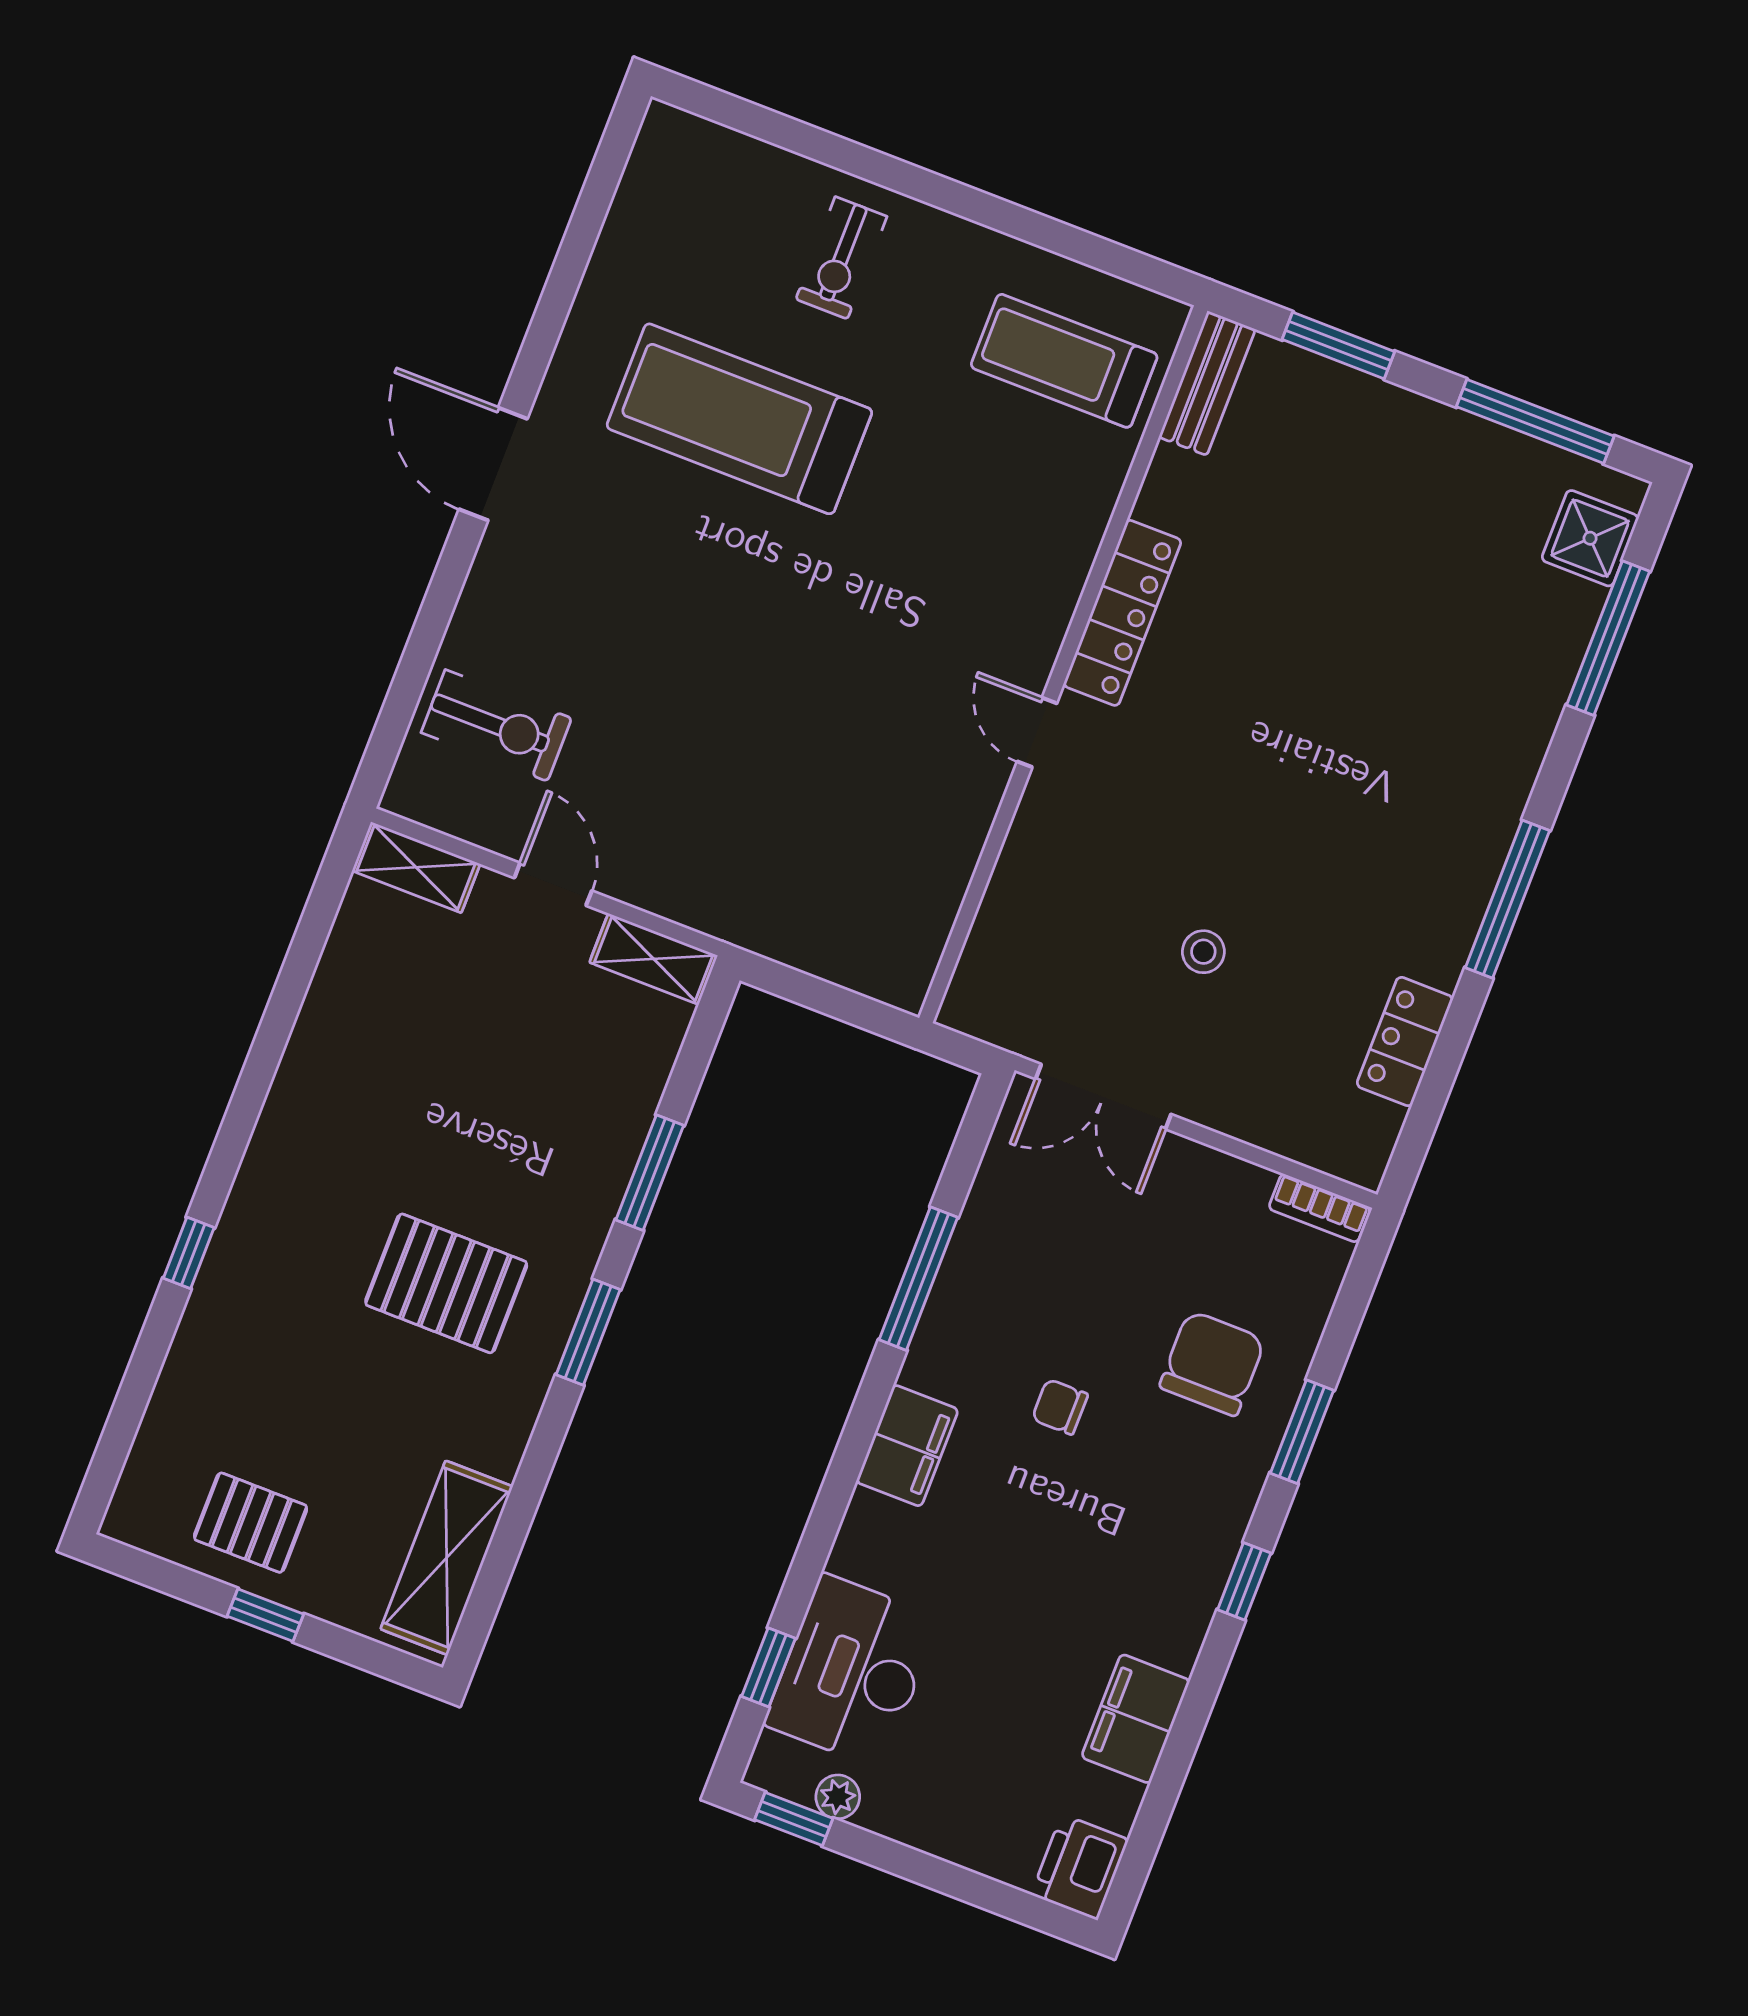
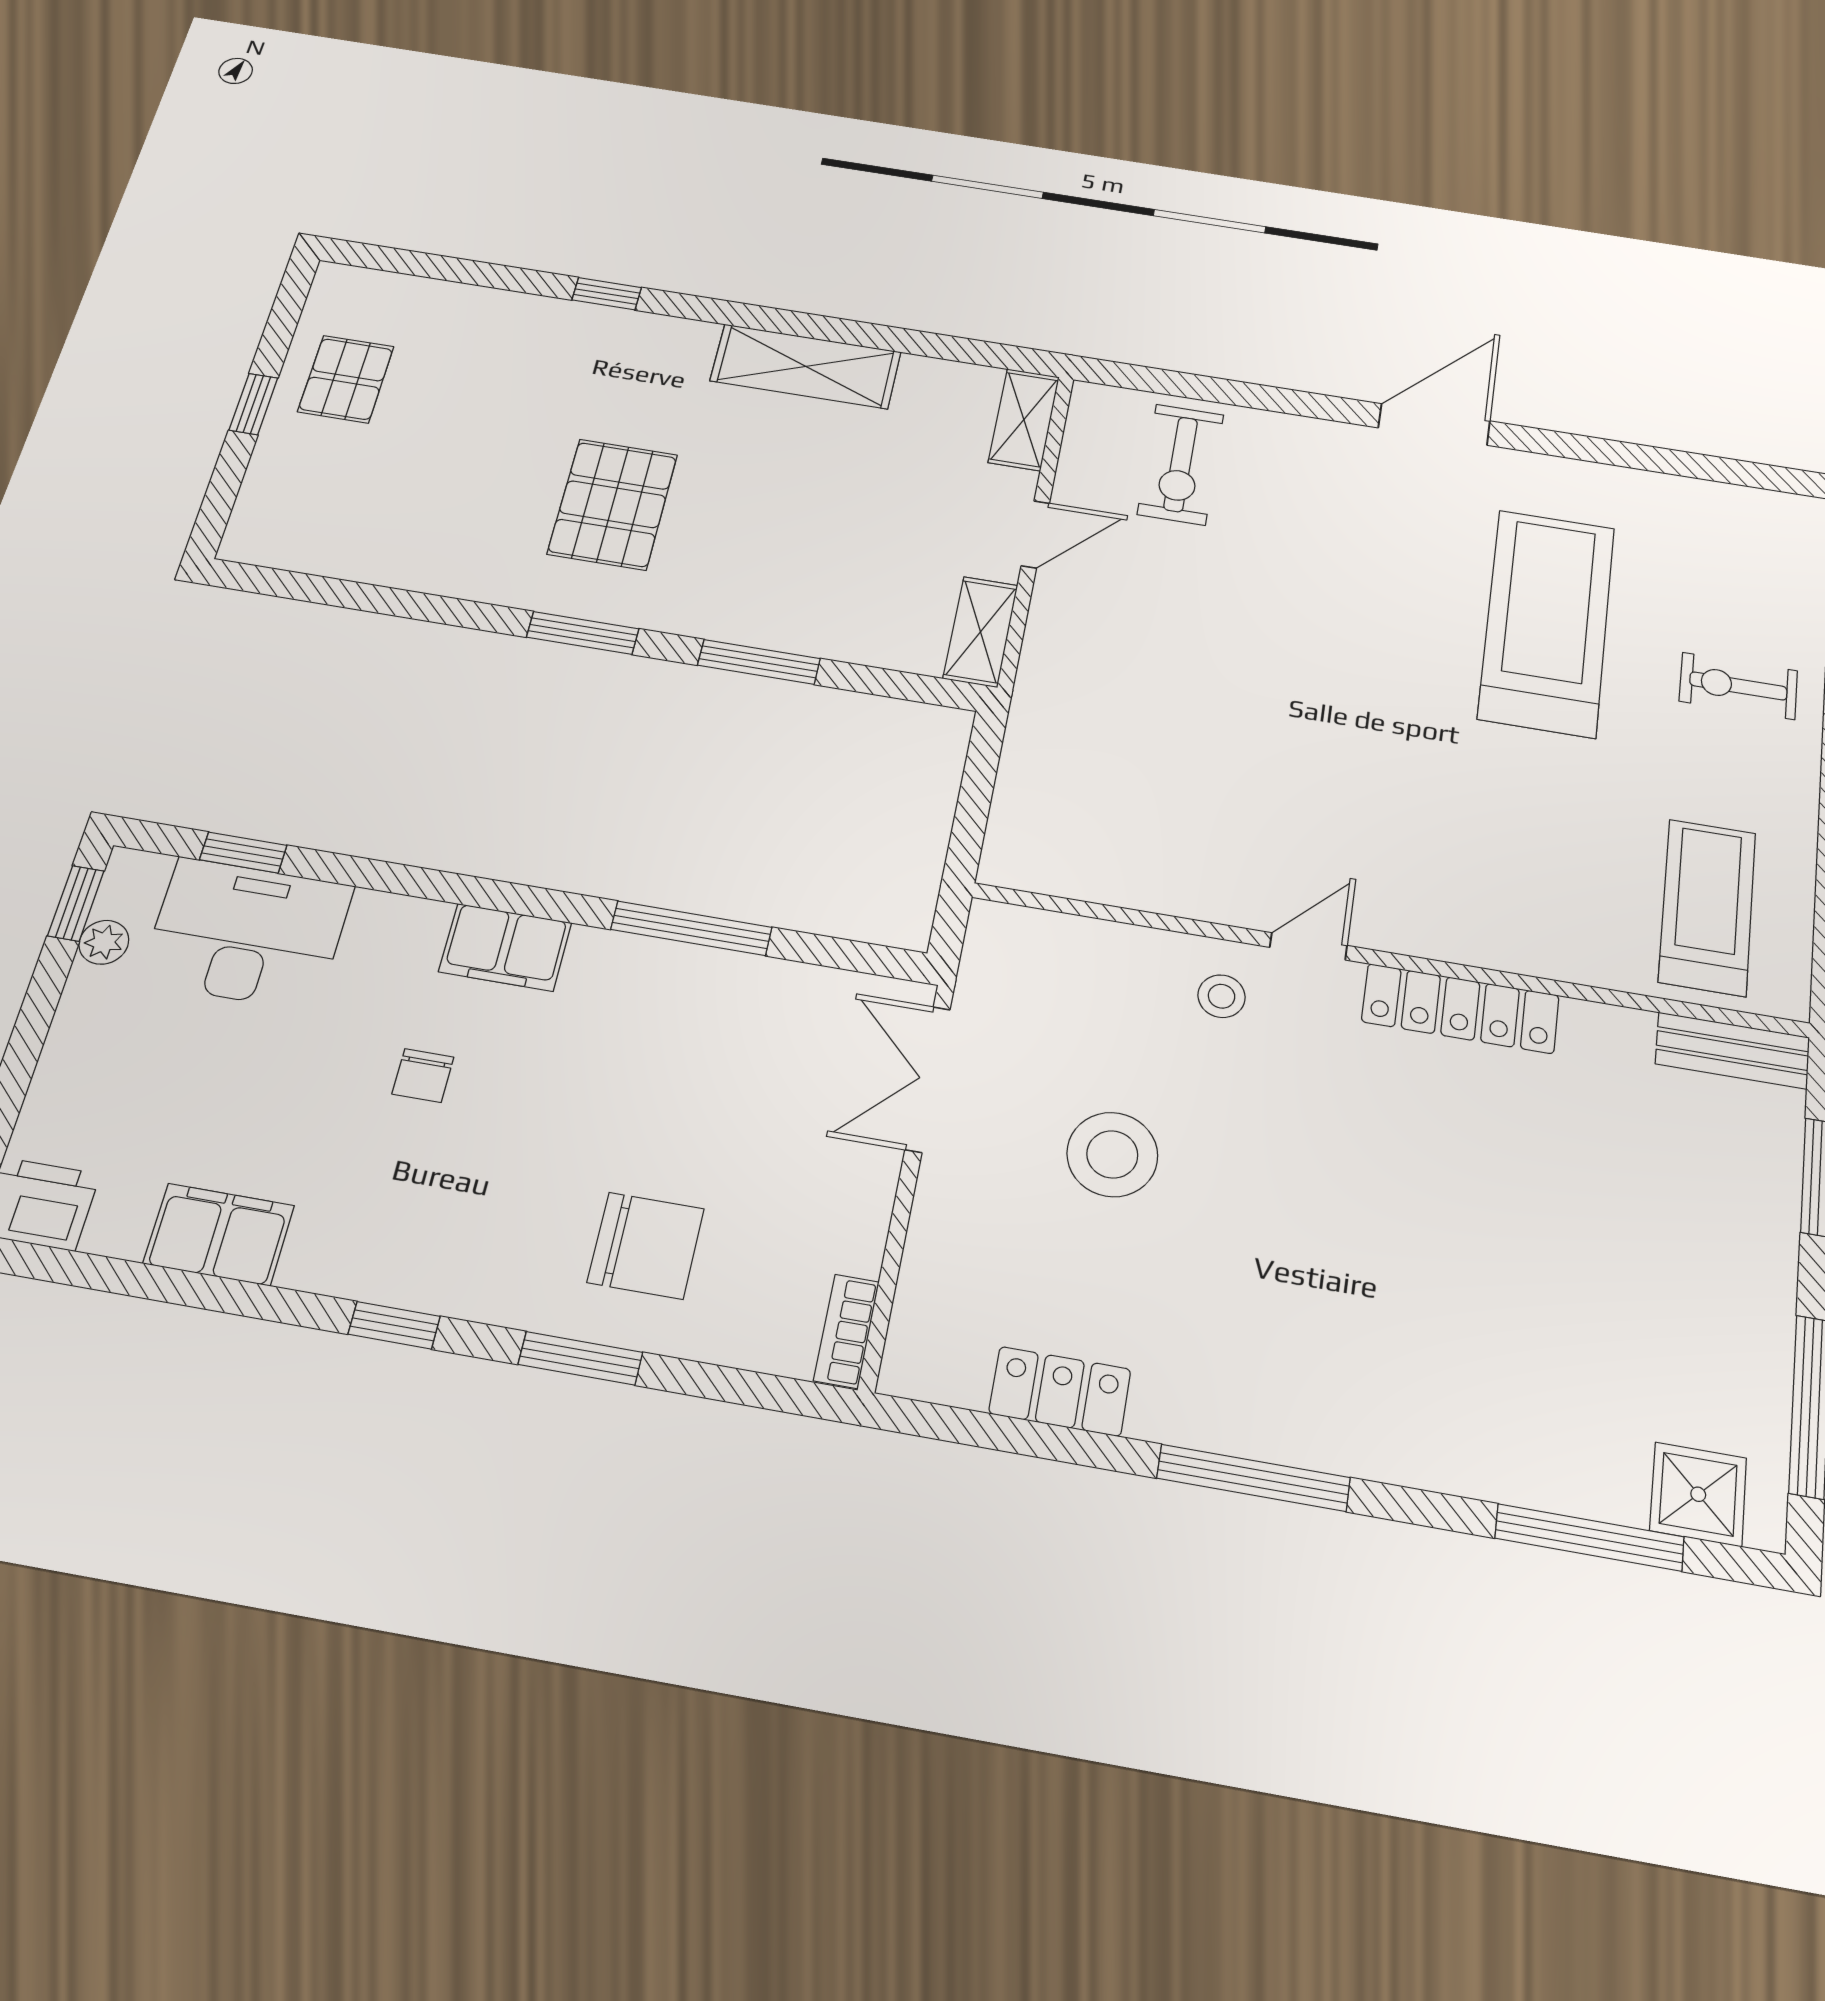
stool: (1072, 822) -> (1222, 996), added
stool: (1203, 952) -> (1112, 1154), width x1.89, depth x1.89
chair: (1060, 1407) -> (423, 1076), moved, turned 180
shelving: (447, 1558) -> (806, 366), moved

